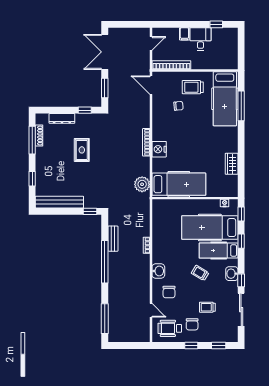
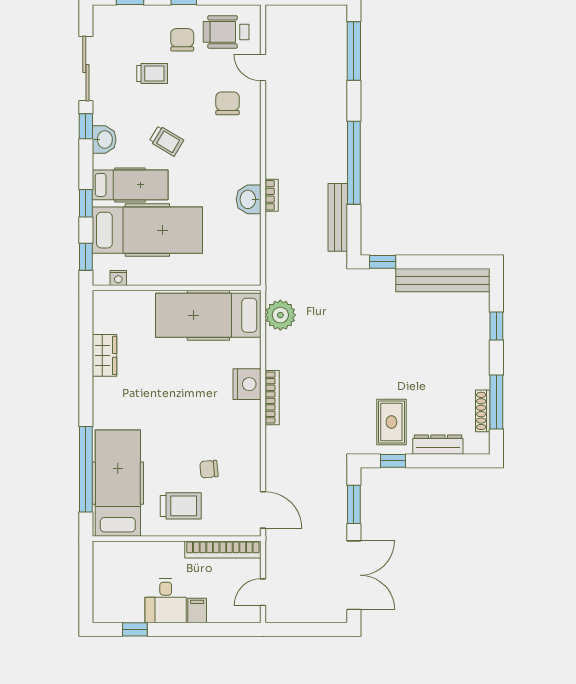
window: (241, 106) -> (86, 469), width x1.46
rug: (82, 150) -> (391, 422), moved
bench: (113, 239) -> (338, 217), width x1.36
washbasin: (158, 271) -> (249, 199), moved
wheelchair: (170, 328) -> (226, 32), turned 180

